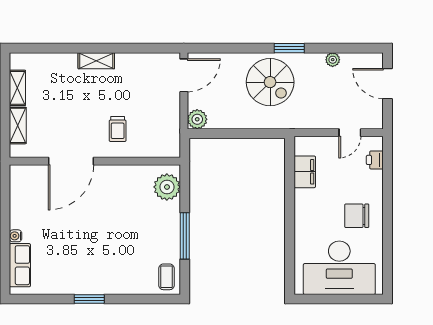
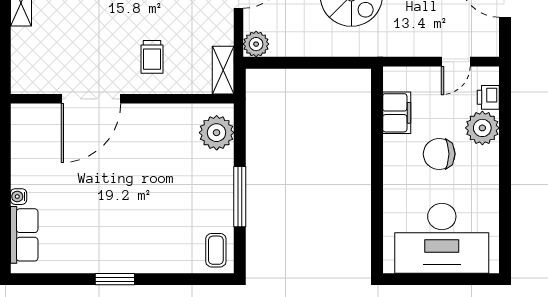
shelving: (18, 125) -> (223, 70), moved
plant: (370, 183) -> (482, 128), added
chair: (357, 216) -> (439, 154), moved

